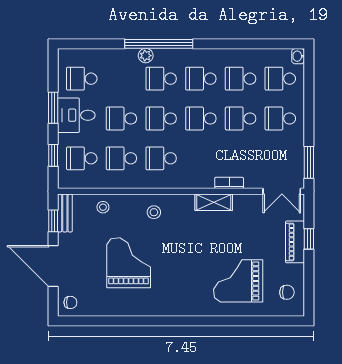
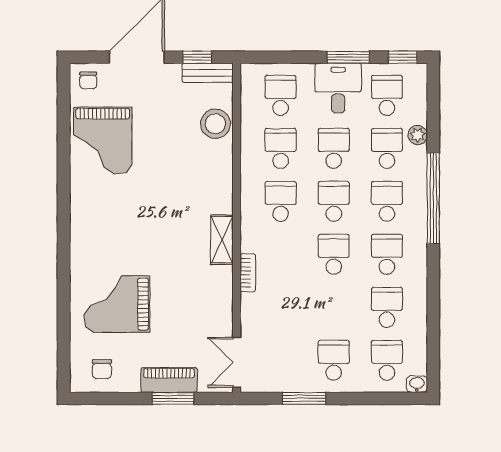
plant: (146, 56) -> (418, 135), moved
school desk: (241, 118) -> (387, 148), moved
window: (53, 155) -> (403, 57), moved
window: (309, 162) -> (304, 398), moved
bookcase: (229, 183) -> (248, 273), moved
shelving: (214, 202) -> (222, 240), moved
stool: (103, 207) -> (215, 124), width x1.89, depth x1.89
stool: (154, 212) -> (209, 192), removed
window: (309, 239) -> (173, 398), width x1.50
grand piano: (129, 263) -> (103, 140), moved, turned 90
grand piano: (238, 281) -> (117, 304), turned -90

